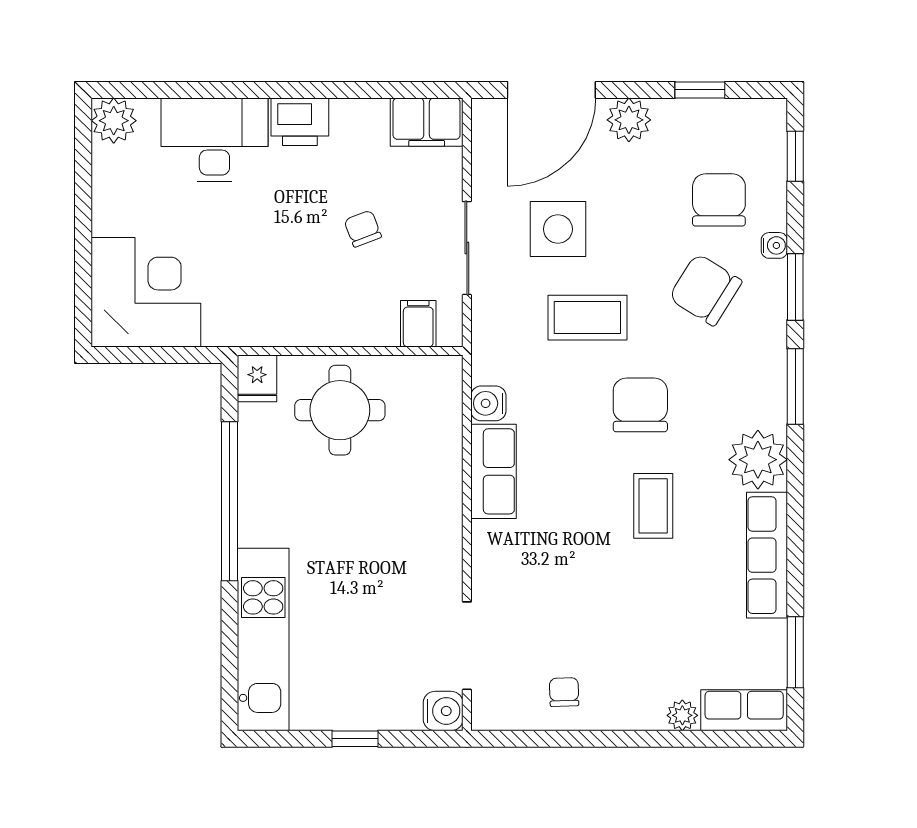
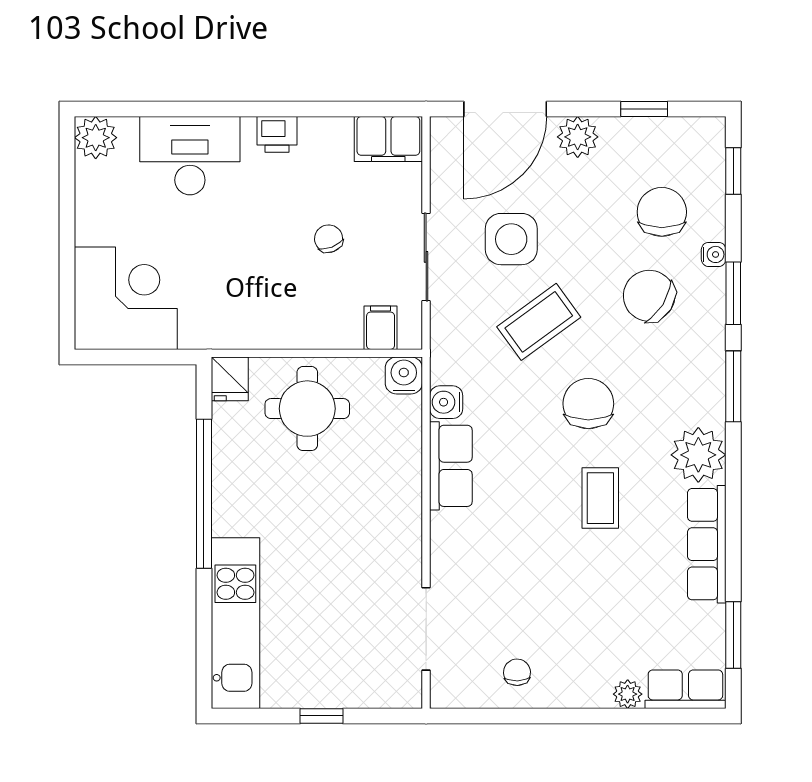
printer: (300, 122) -> (277, 134), width x0.73, depth x0.81
coffee table: (587, 318) -> (539, 322), turned -36
water cooler: (443, 711) -> (404, 375), moved, turned -90

